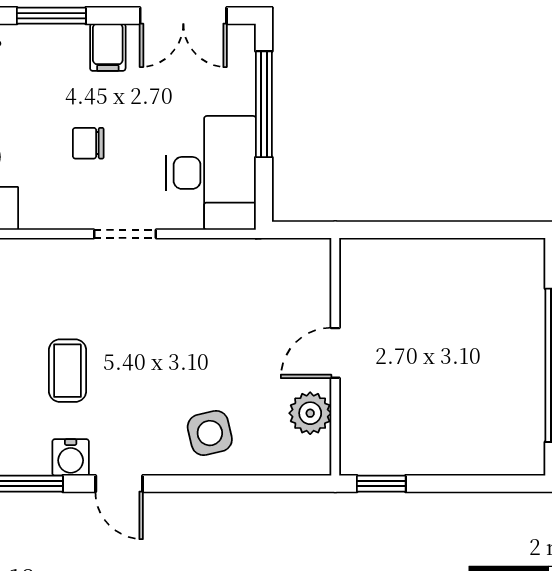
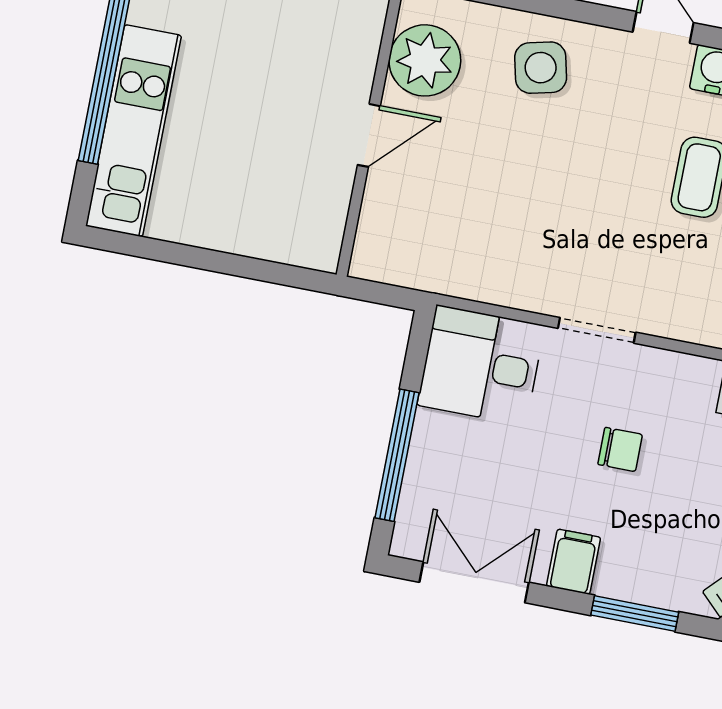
desk: (211, 173) -> (481, 365), width x0.73
kitchen unit: (522, 321) -> (134, 131), added
plant: (310, 413) -> (425, 60), width x1.36, depth x1.36

